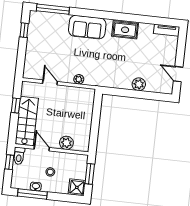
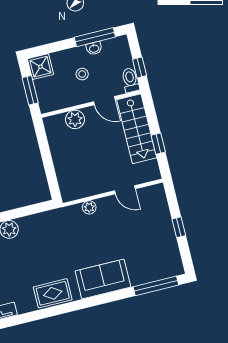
window: (24, 30) -> (179, 227), moved

